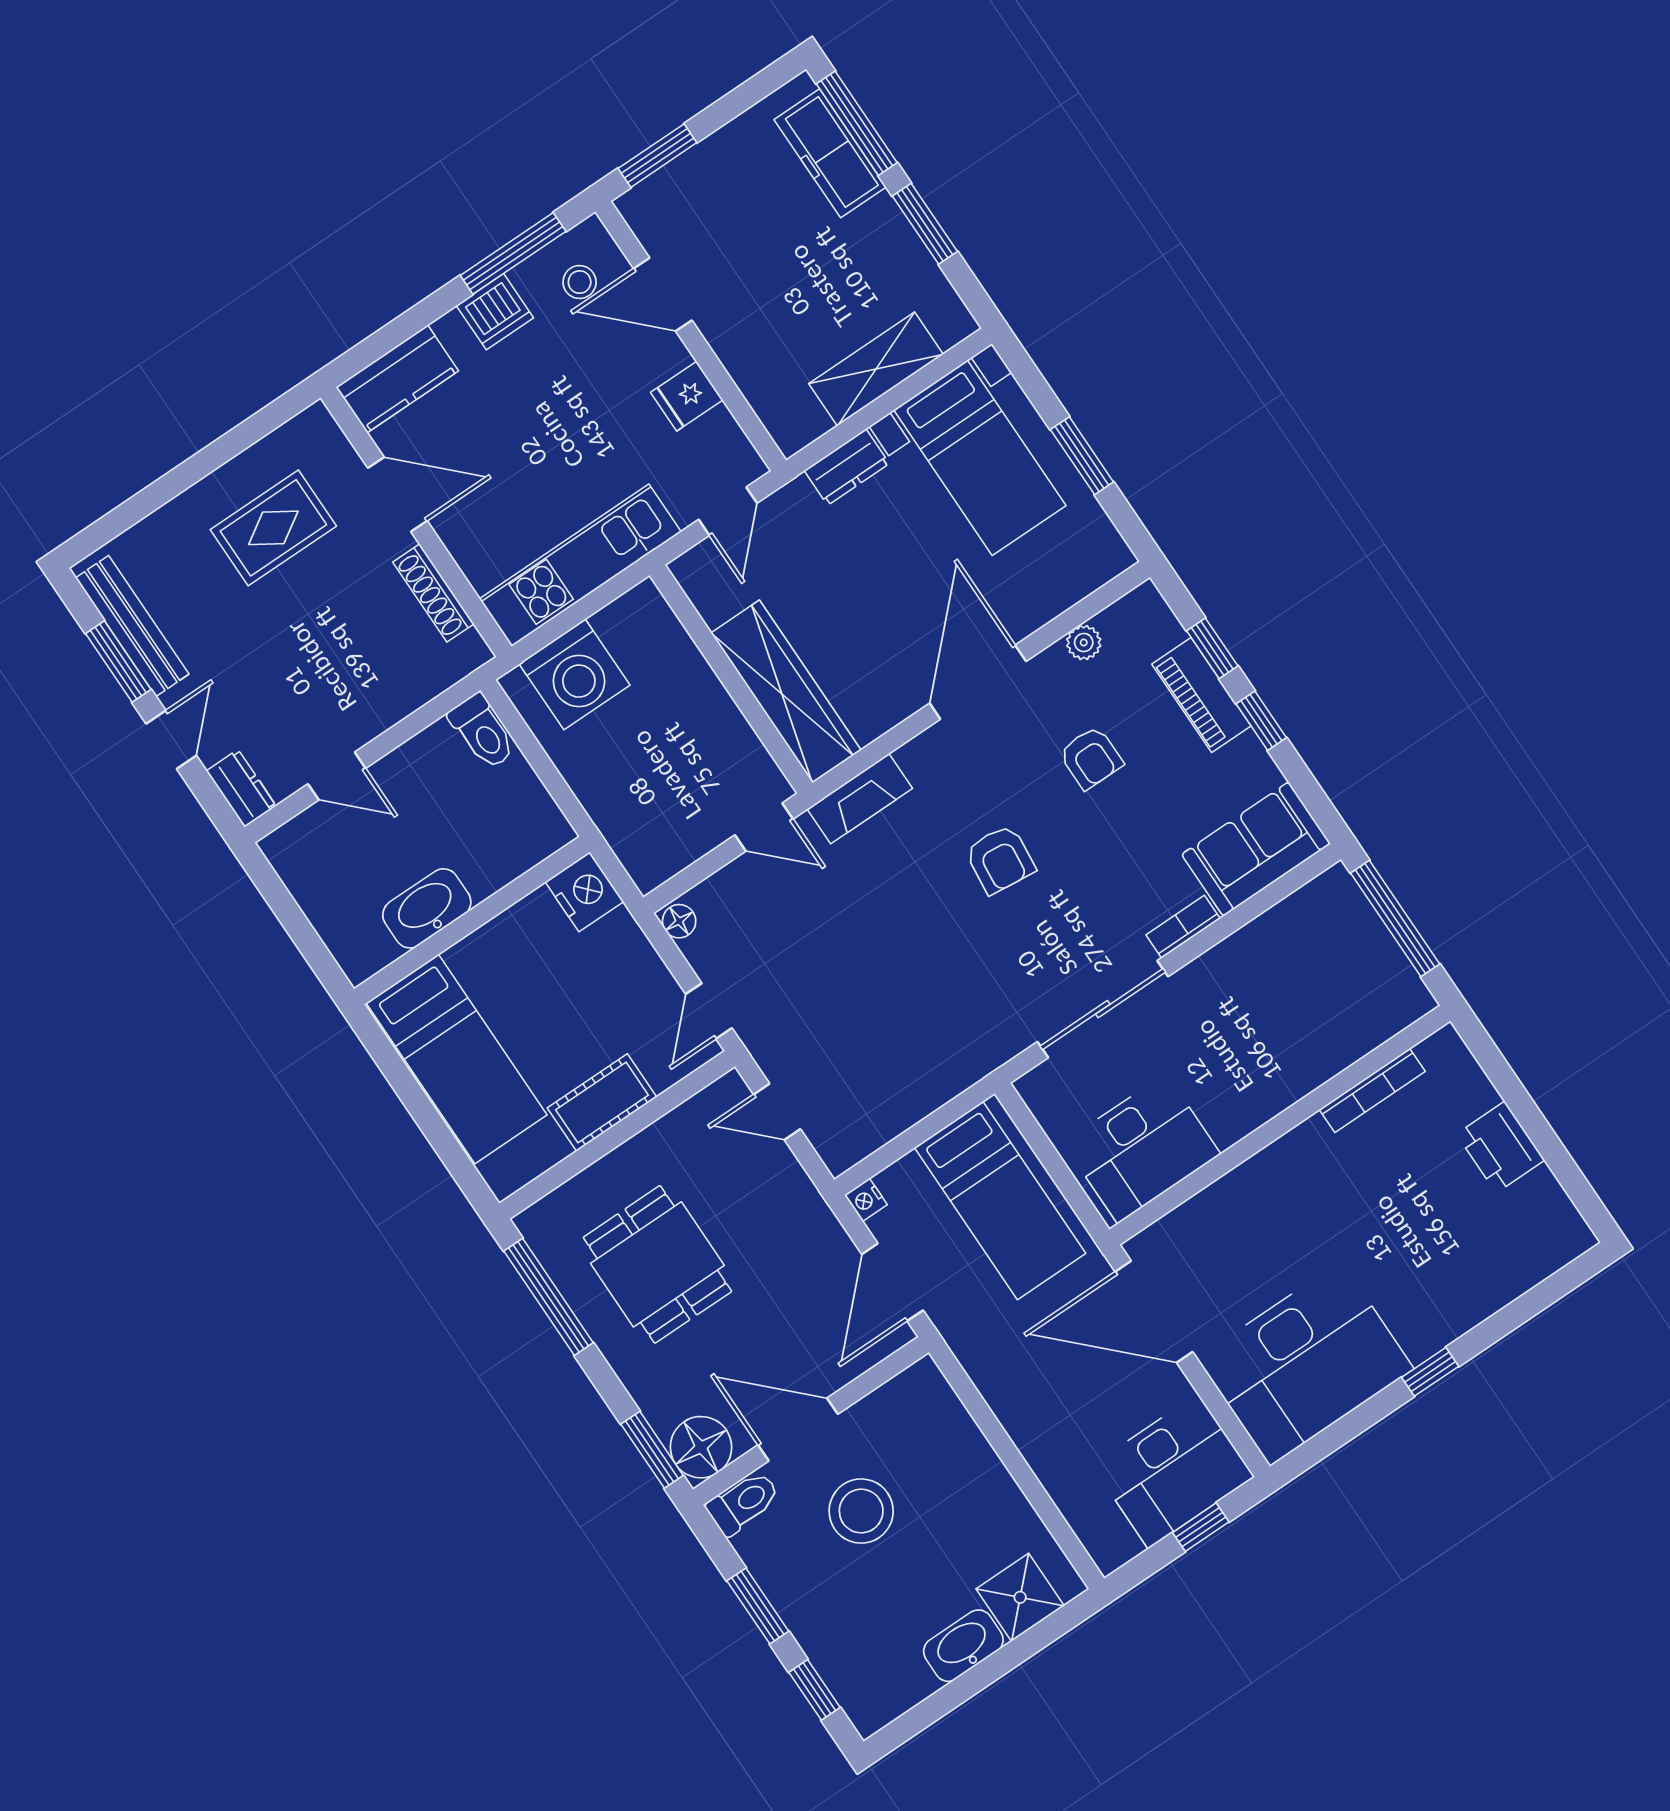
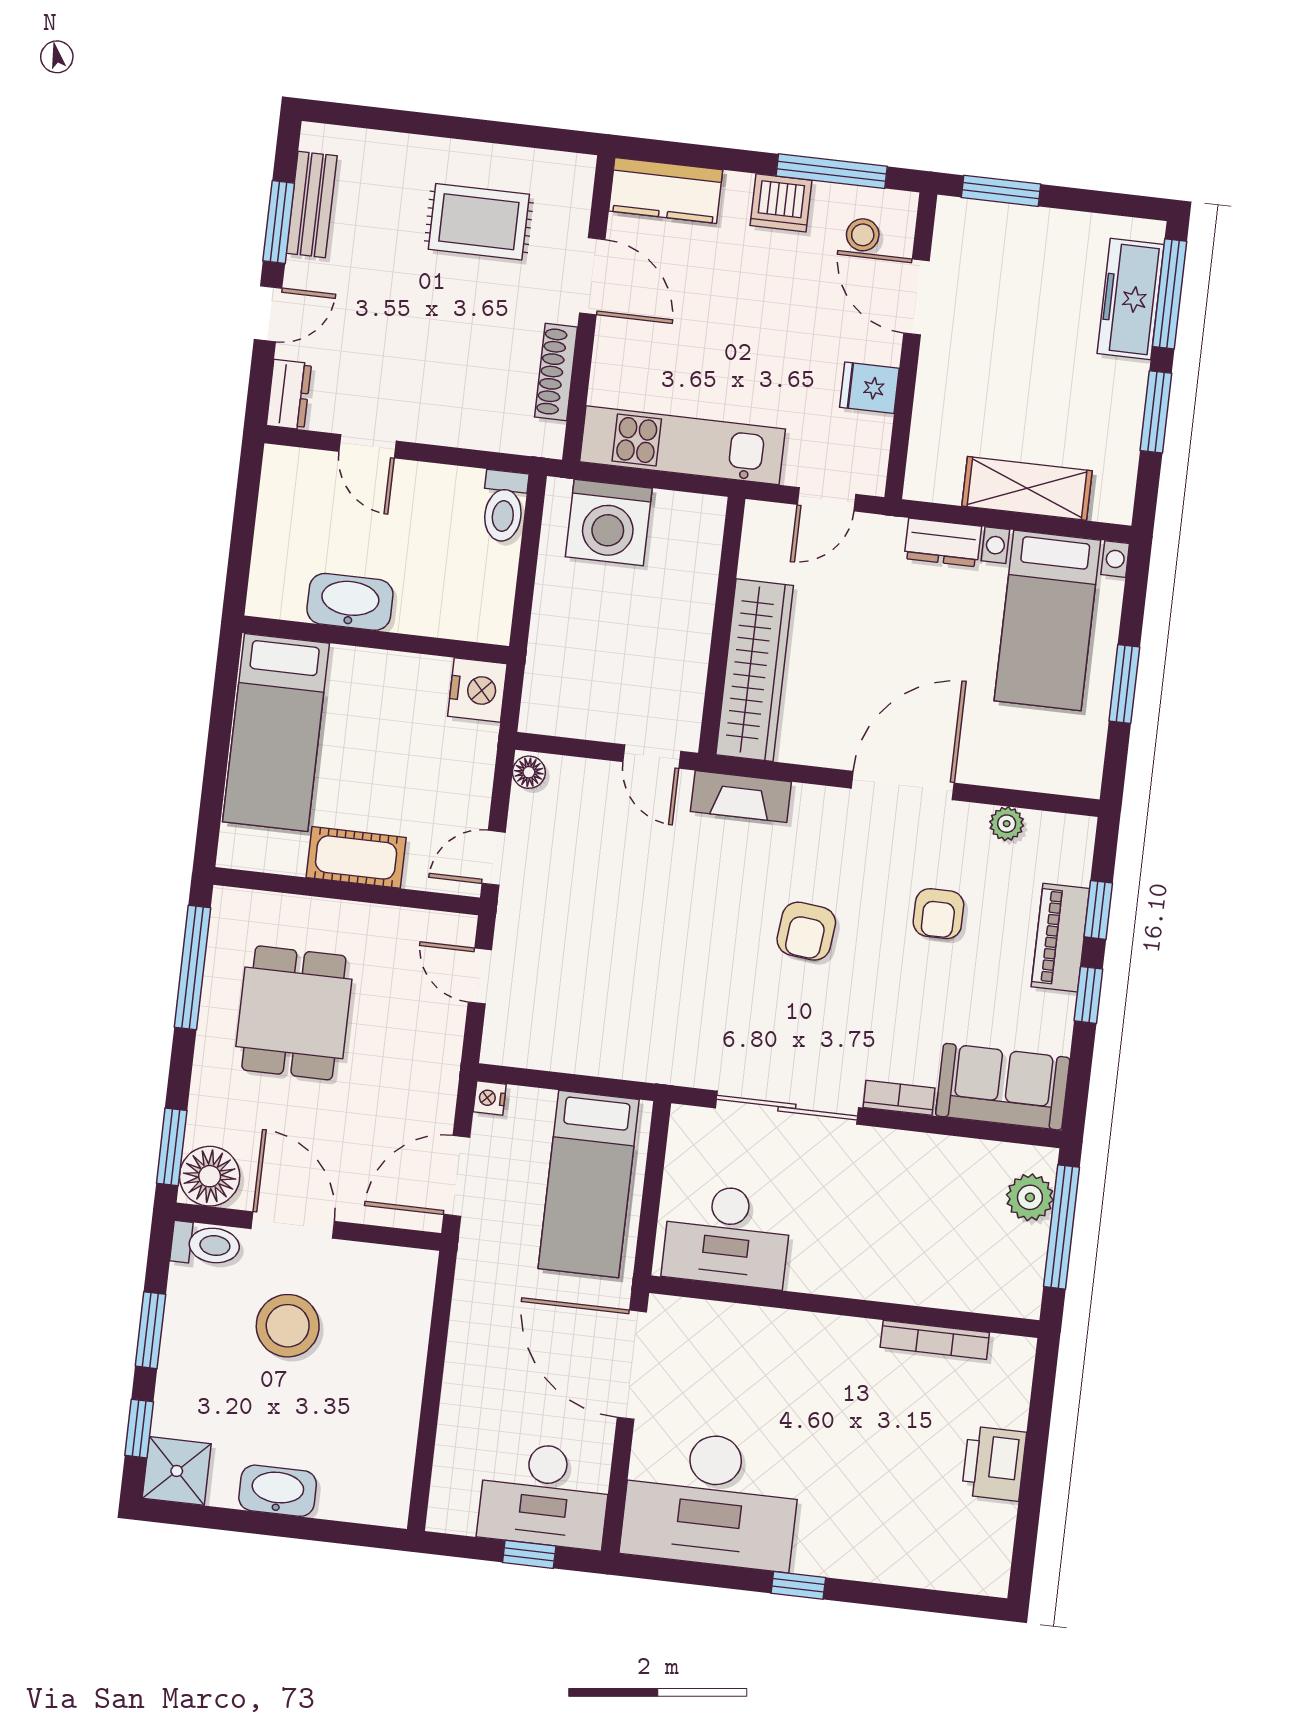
bench: (132, 626) -> (312, 205), width x0.73
plant: (1351, 917) -> (1030, 1197), added
shower: (1020, 1597) -> (177, 1471), moved

